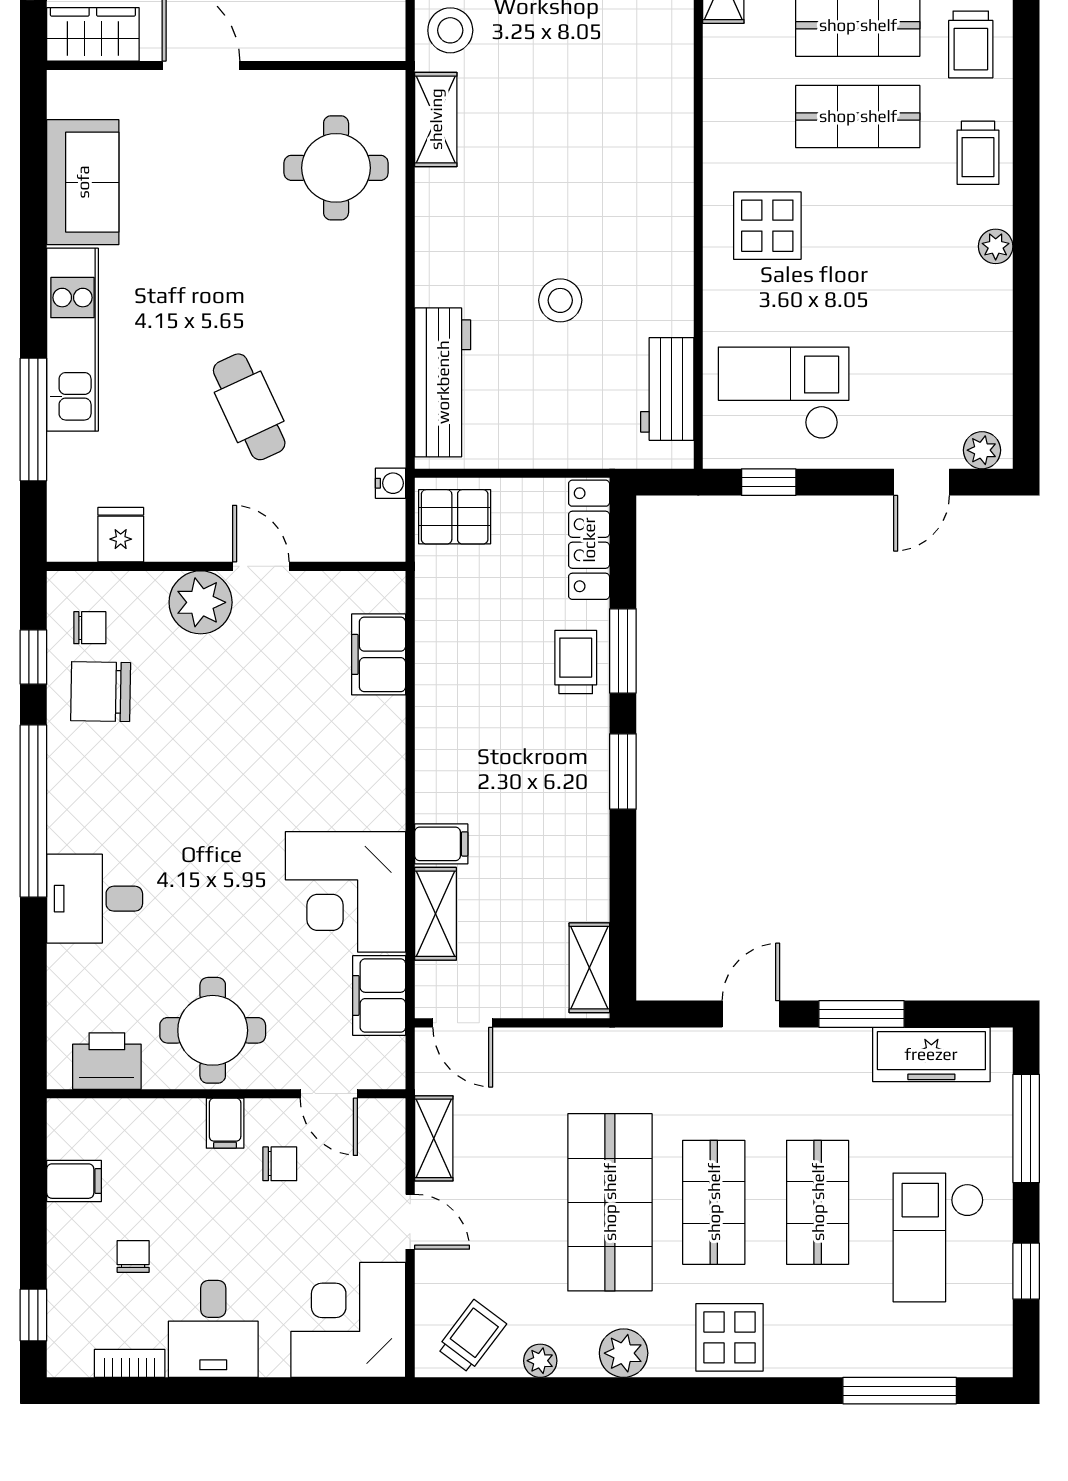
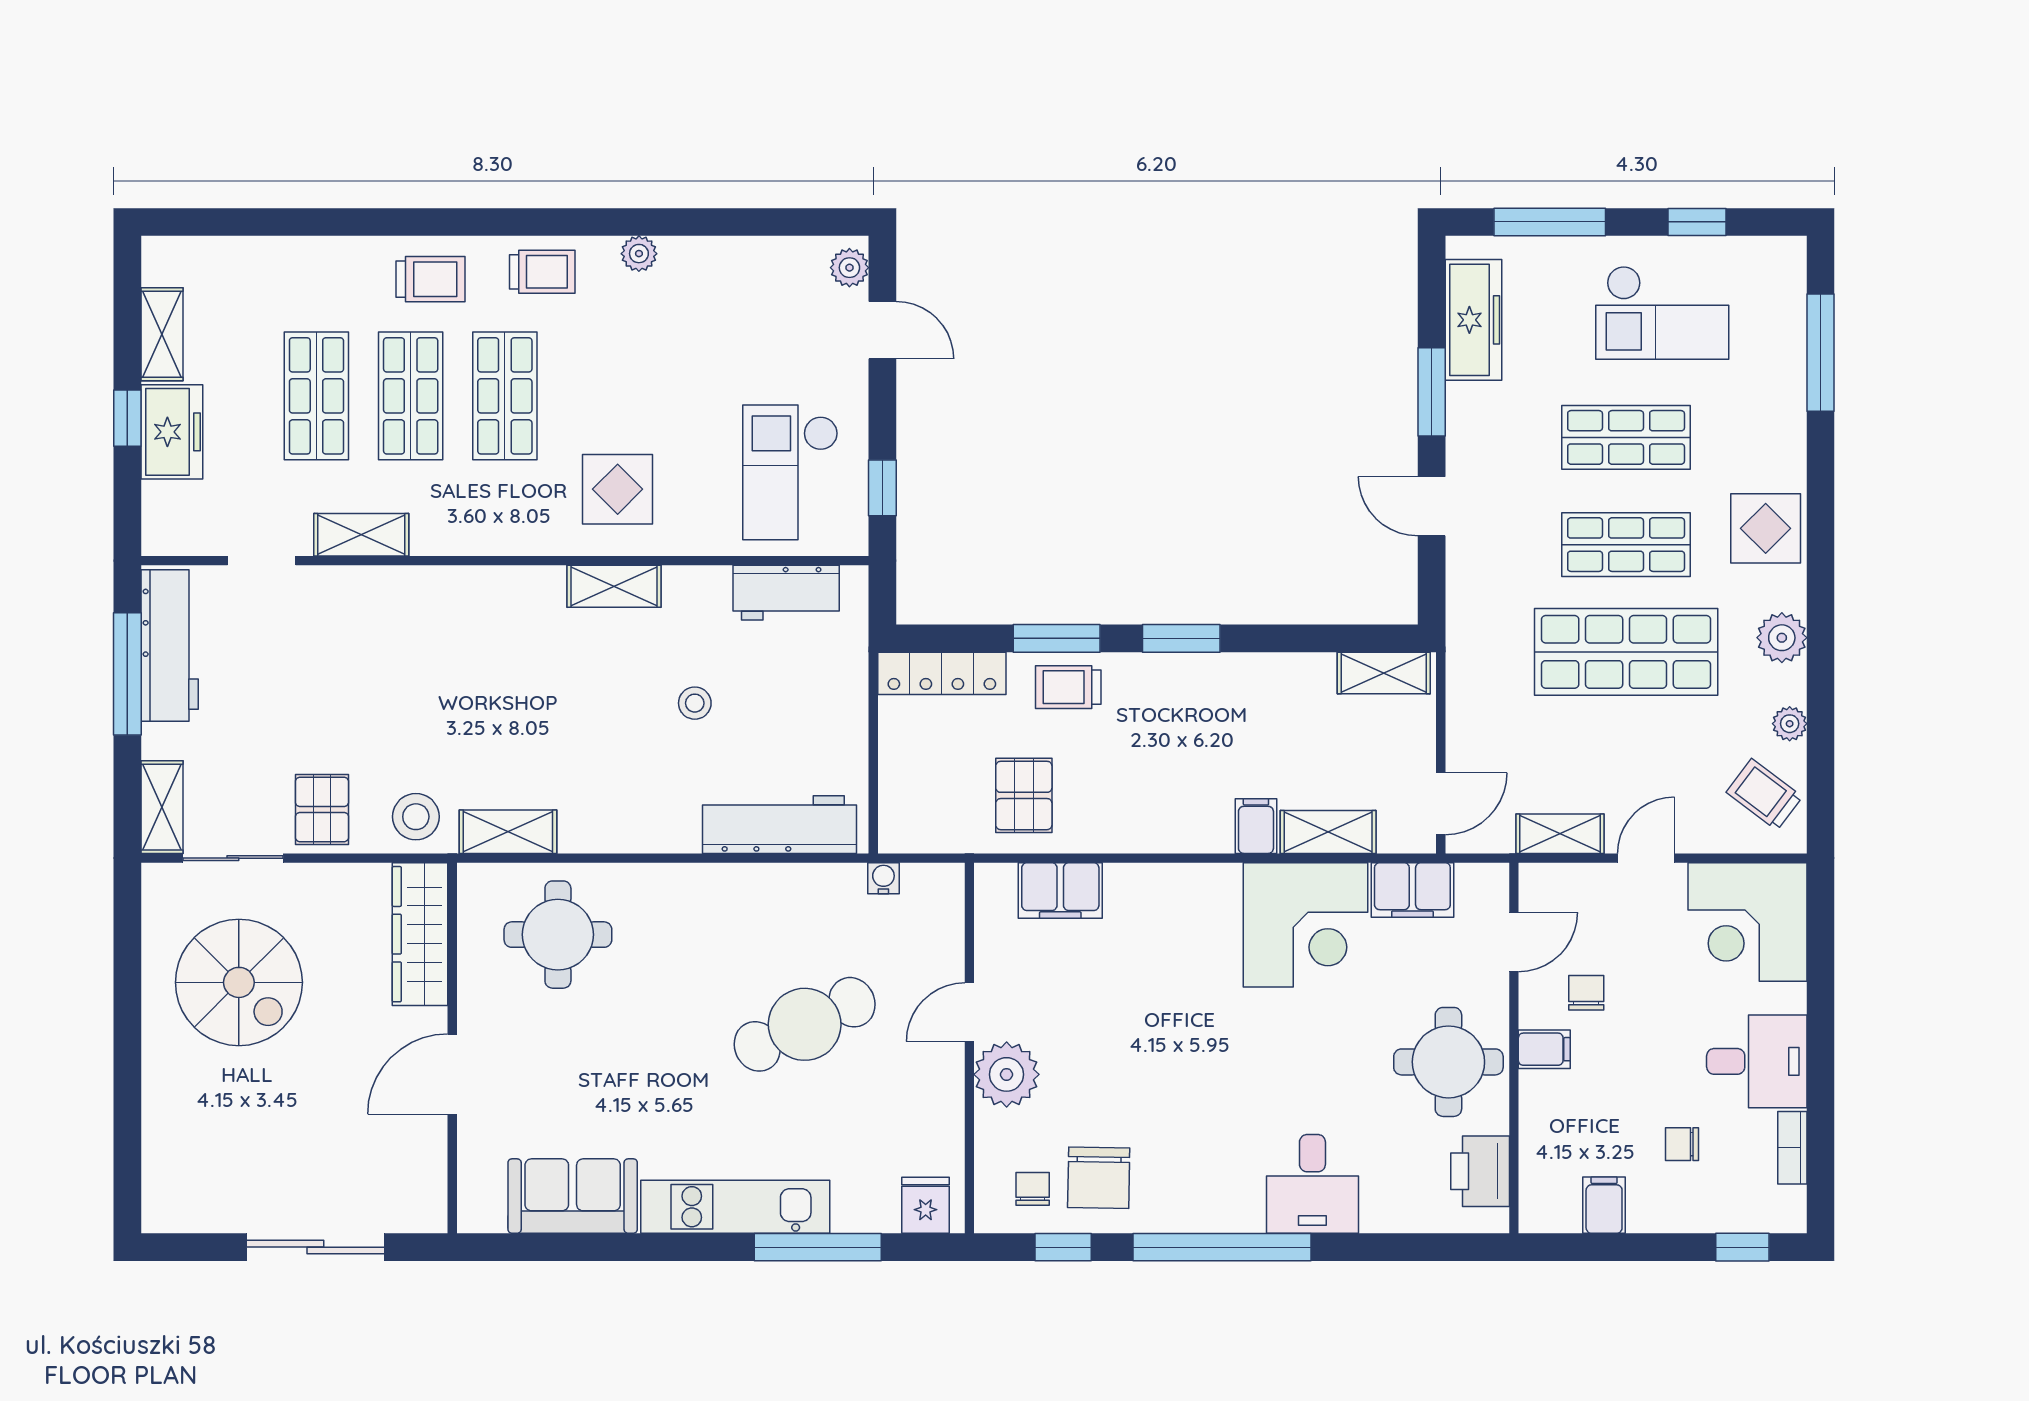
wardrobe: (93, 34) -> (420, 934), moved, width x1.50
shelving: (673, 222) -> (614, 586), added
stool: (560, 300) -> (695, 703), width x0.73, depth x0.73
cafe table: (249, 407) -> (805, 1024), width x1.37, depth x1.35
pallet: (455, 517) -> (1024, 795), moved
fridge: (121, 535) -> (926, 1205), moved, turned 90

